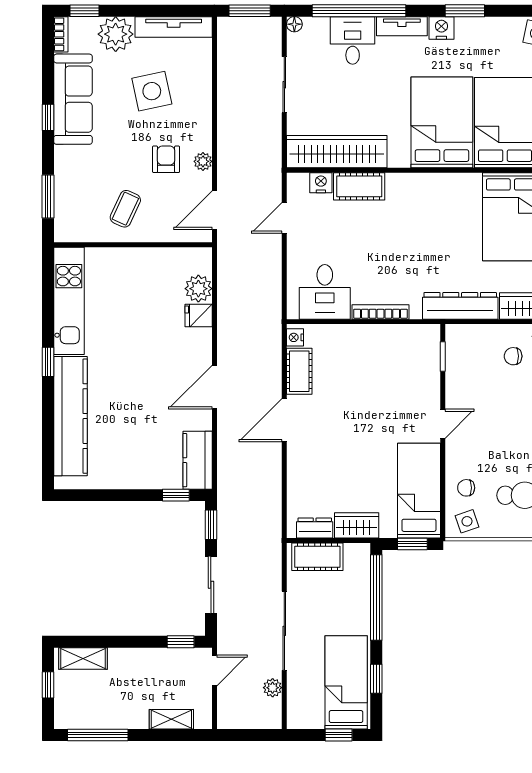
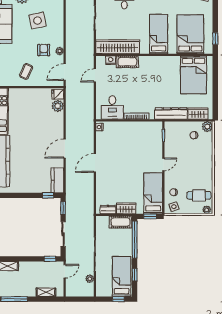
bed: (442, 122) -> (159, 34), width x0.67
fridge: (199, 315) -> (58, 94), moved
cot: (299, 371) -> (101, 142), removed
cot: (317, 557) -> (120, 222), moved

